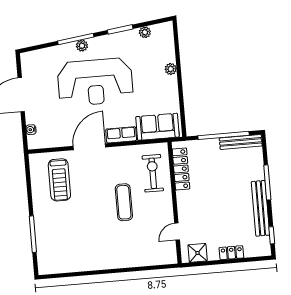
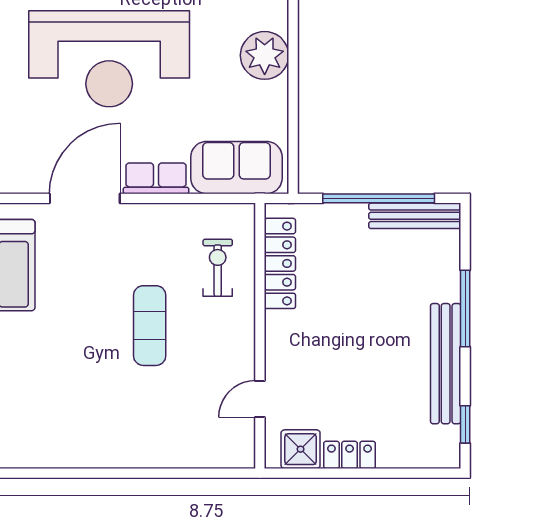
plant: (171, 69) -> (265, 55), width x1.88, depth x1.88
exercise bike: (153, 173) -> (218, 268), width x0.73, depth x0.72
locker: (231, 253) -> (350, 455), moved

